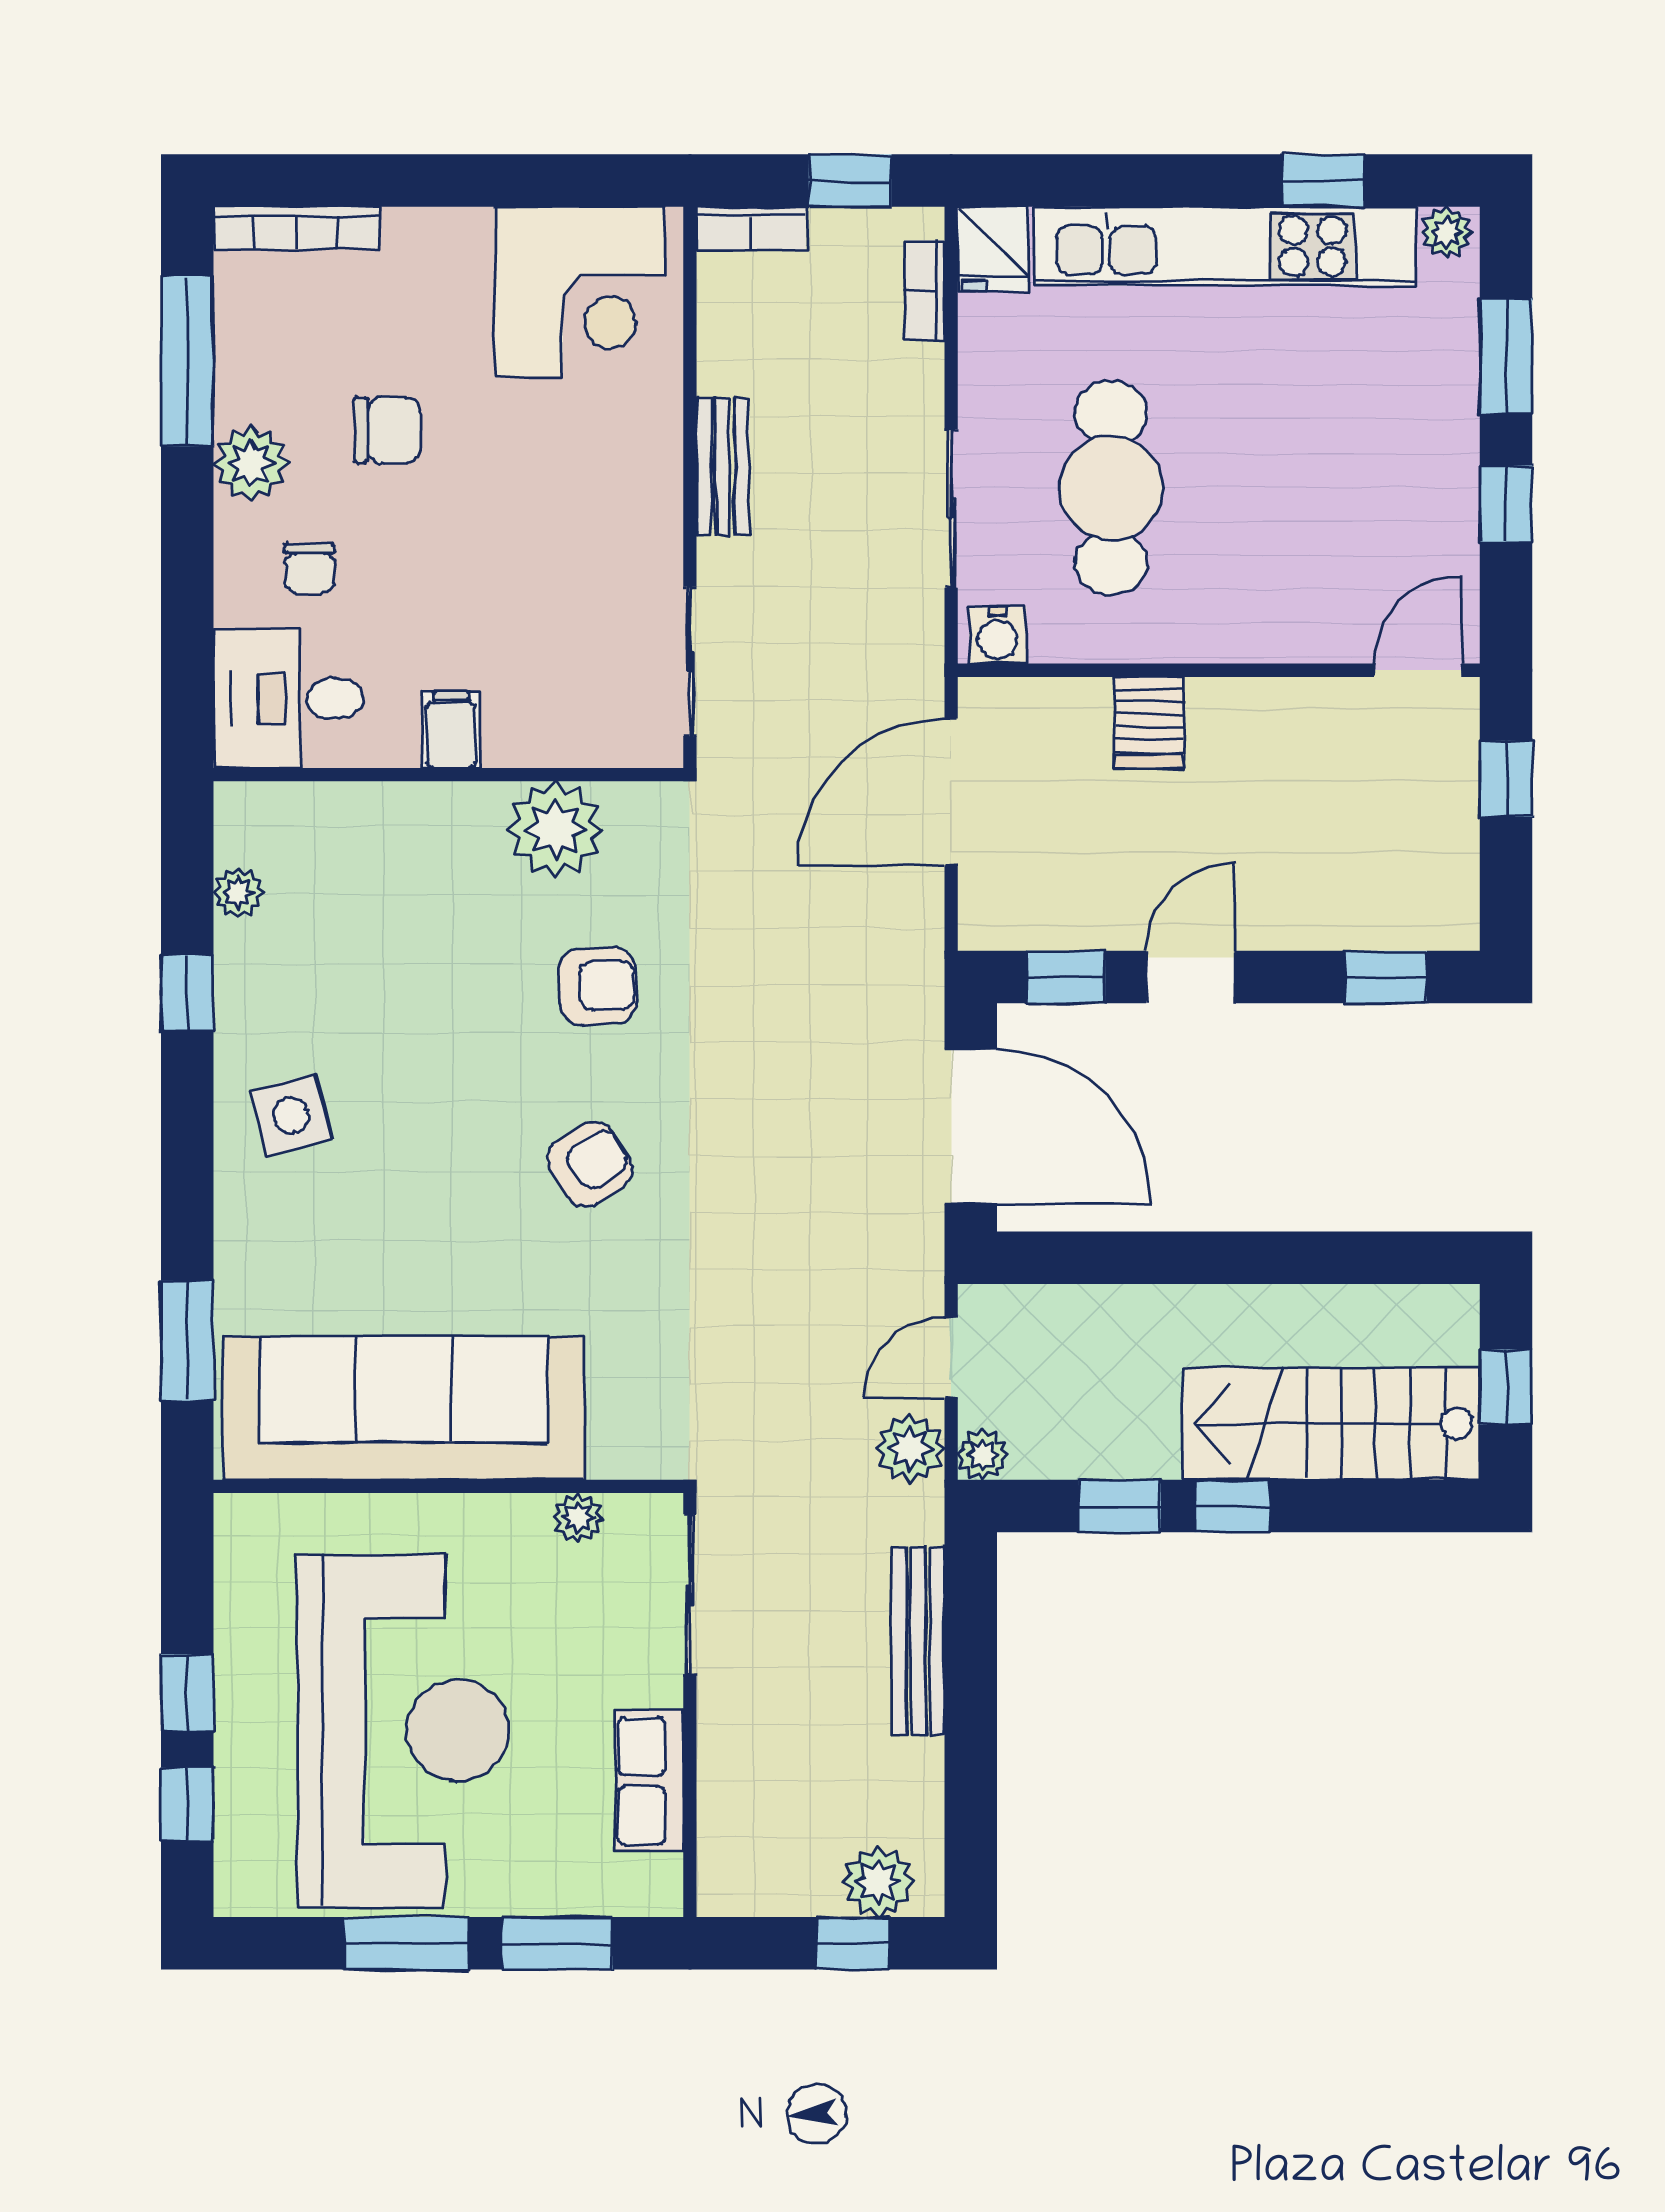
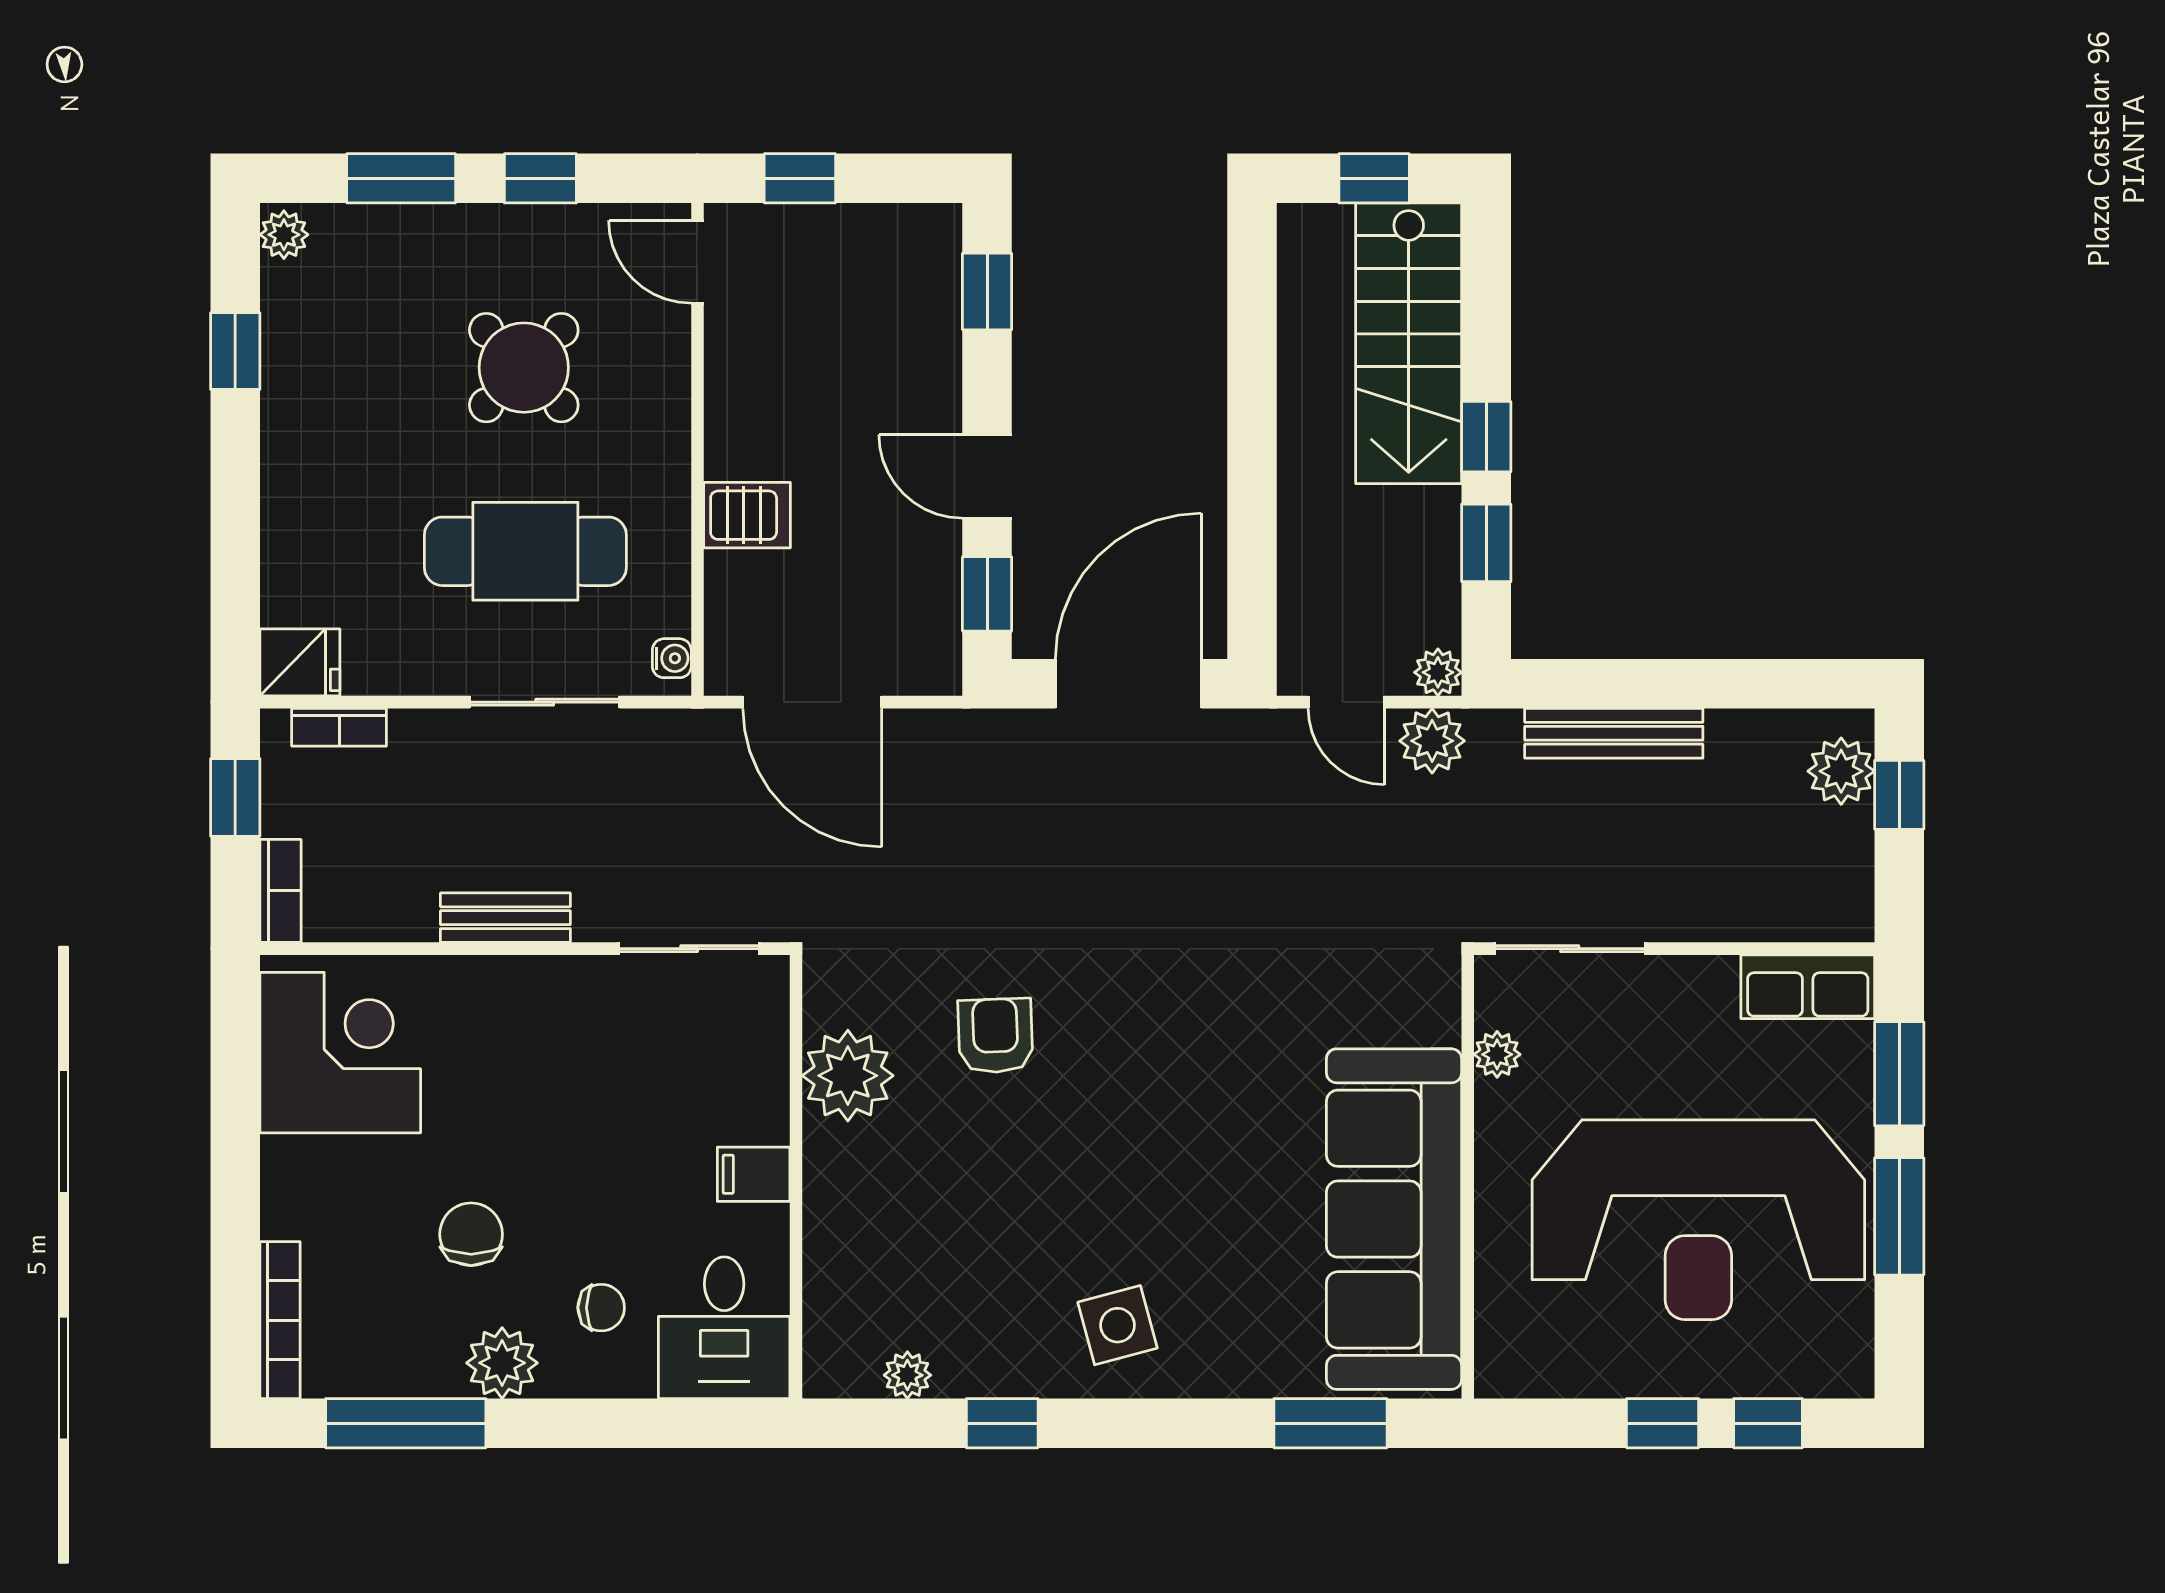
kitchen unit: (1225, 246) -> (297, 444), removed
round table: (1306, 486) -> (524, 368), added
water cooler: (998, 635) -> (672, 658), width x0.72, depth x0.72
armchair: (590, 1164) -> (1164, 1043), removed
reception desk: (403, 1731) -> (1698, 1220), turned 180
row of seats: (650, 1781) -> (1808, 987), moved

